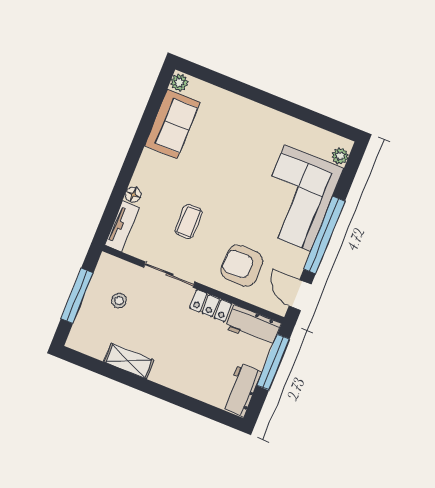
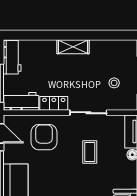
armchair: (242, 266) -> (44, 137), turned -90
shelving: (129, 361) -> (73, 47), moved

